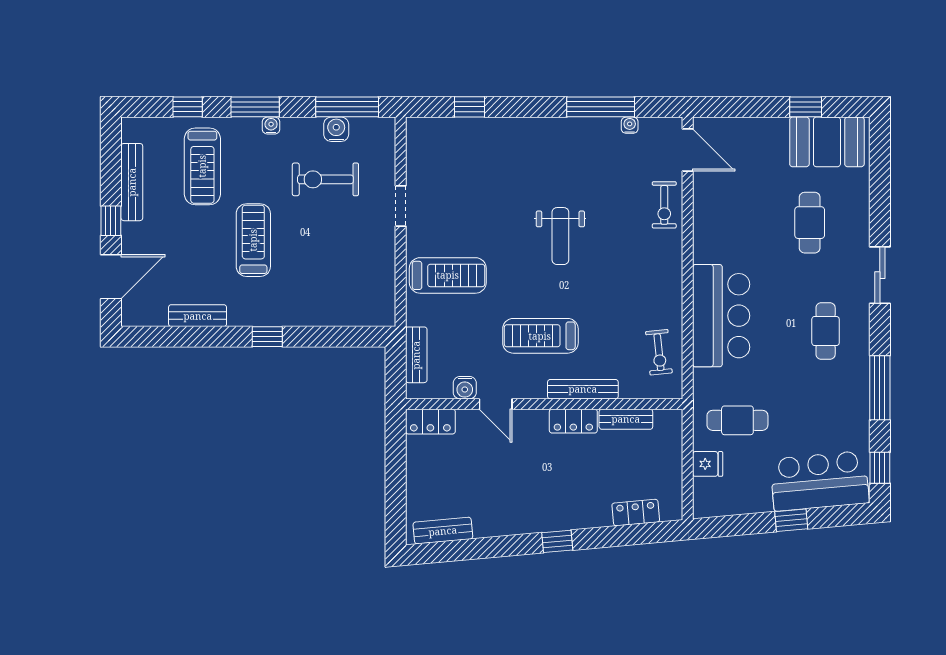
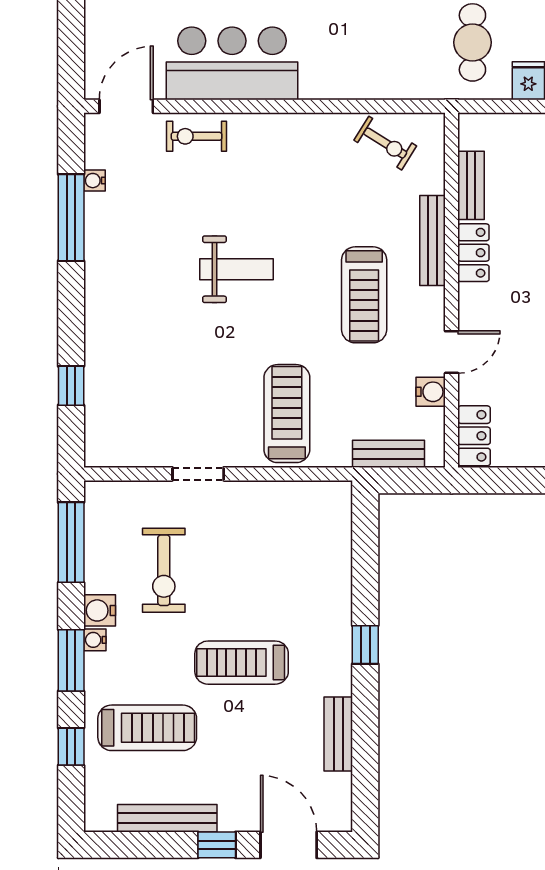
water cooler: (336, 129) -> (100, 610), moved
exercise bike: (664, 205) -> (197, 136), turned 180
bar counter: (721, 316) -> (232, 63), moved
exercise bike: (659, 352) -> (385, 143), turned 38

